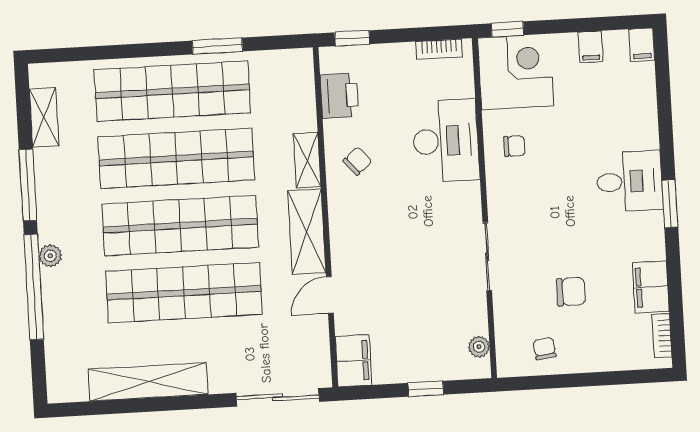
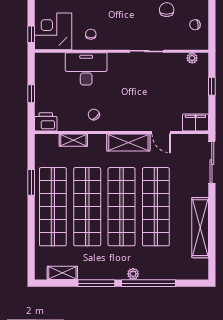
window: (352, 38) -> (31, 94), moved
bookcase: (439, 49) -> (39, 70), removed
printer: (339, 96) -> (46, 122), moved
shelving: (307, 160) -> (73, 140), moved

